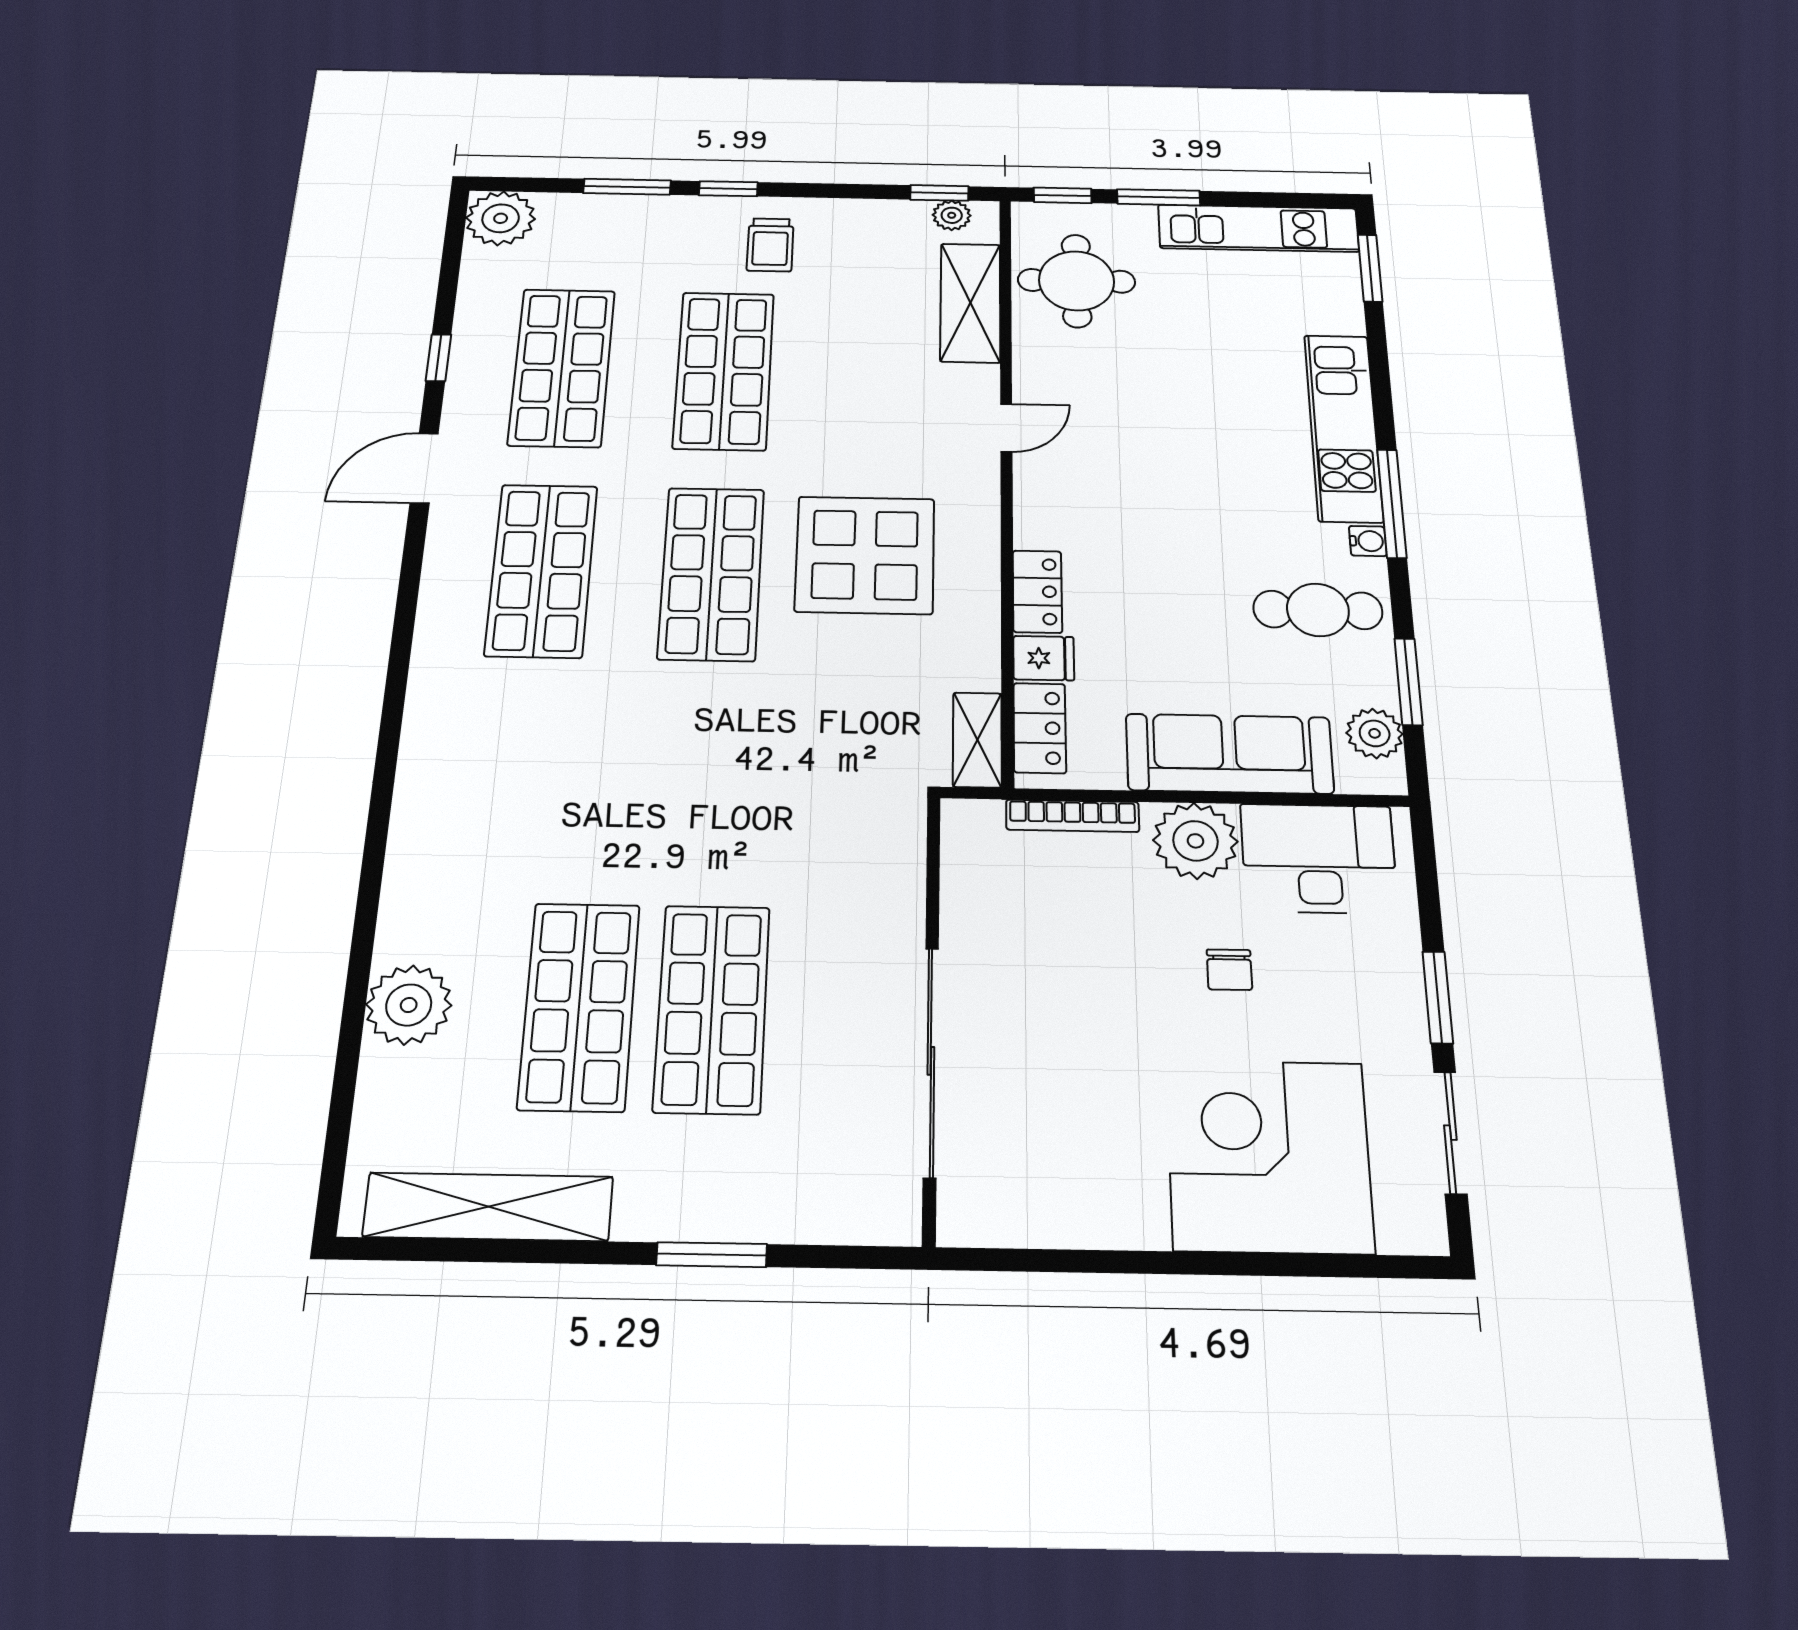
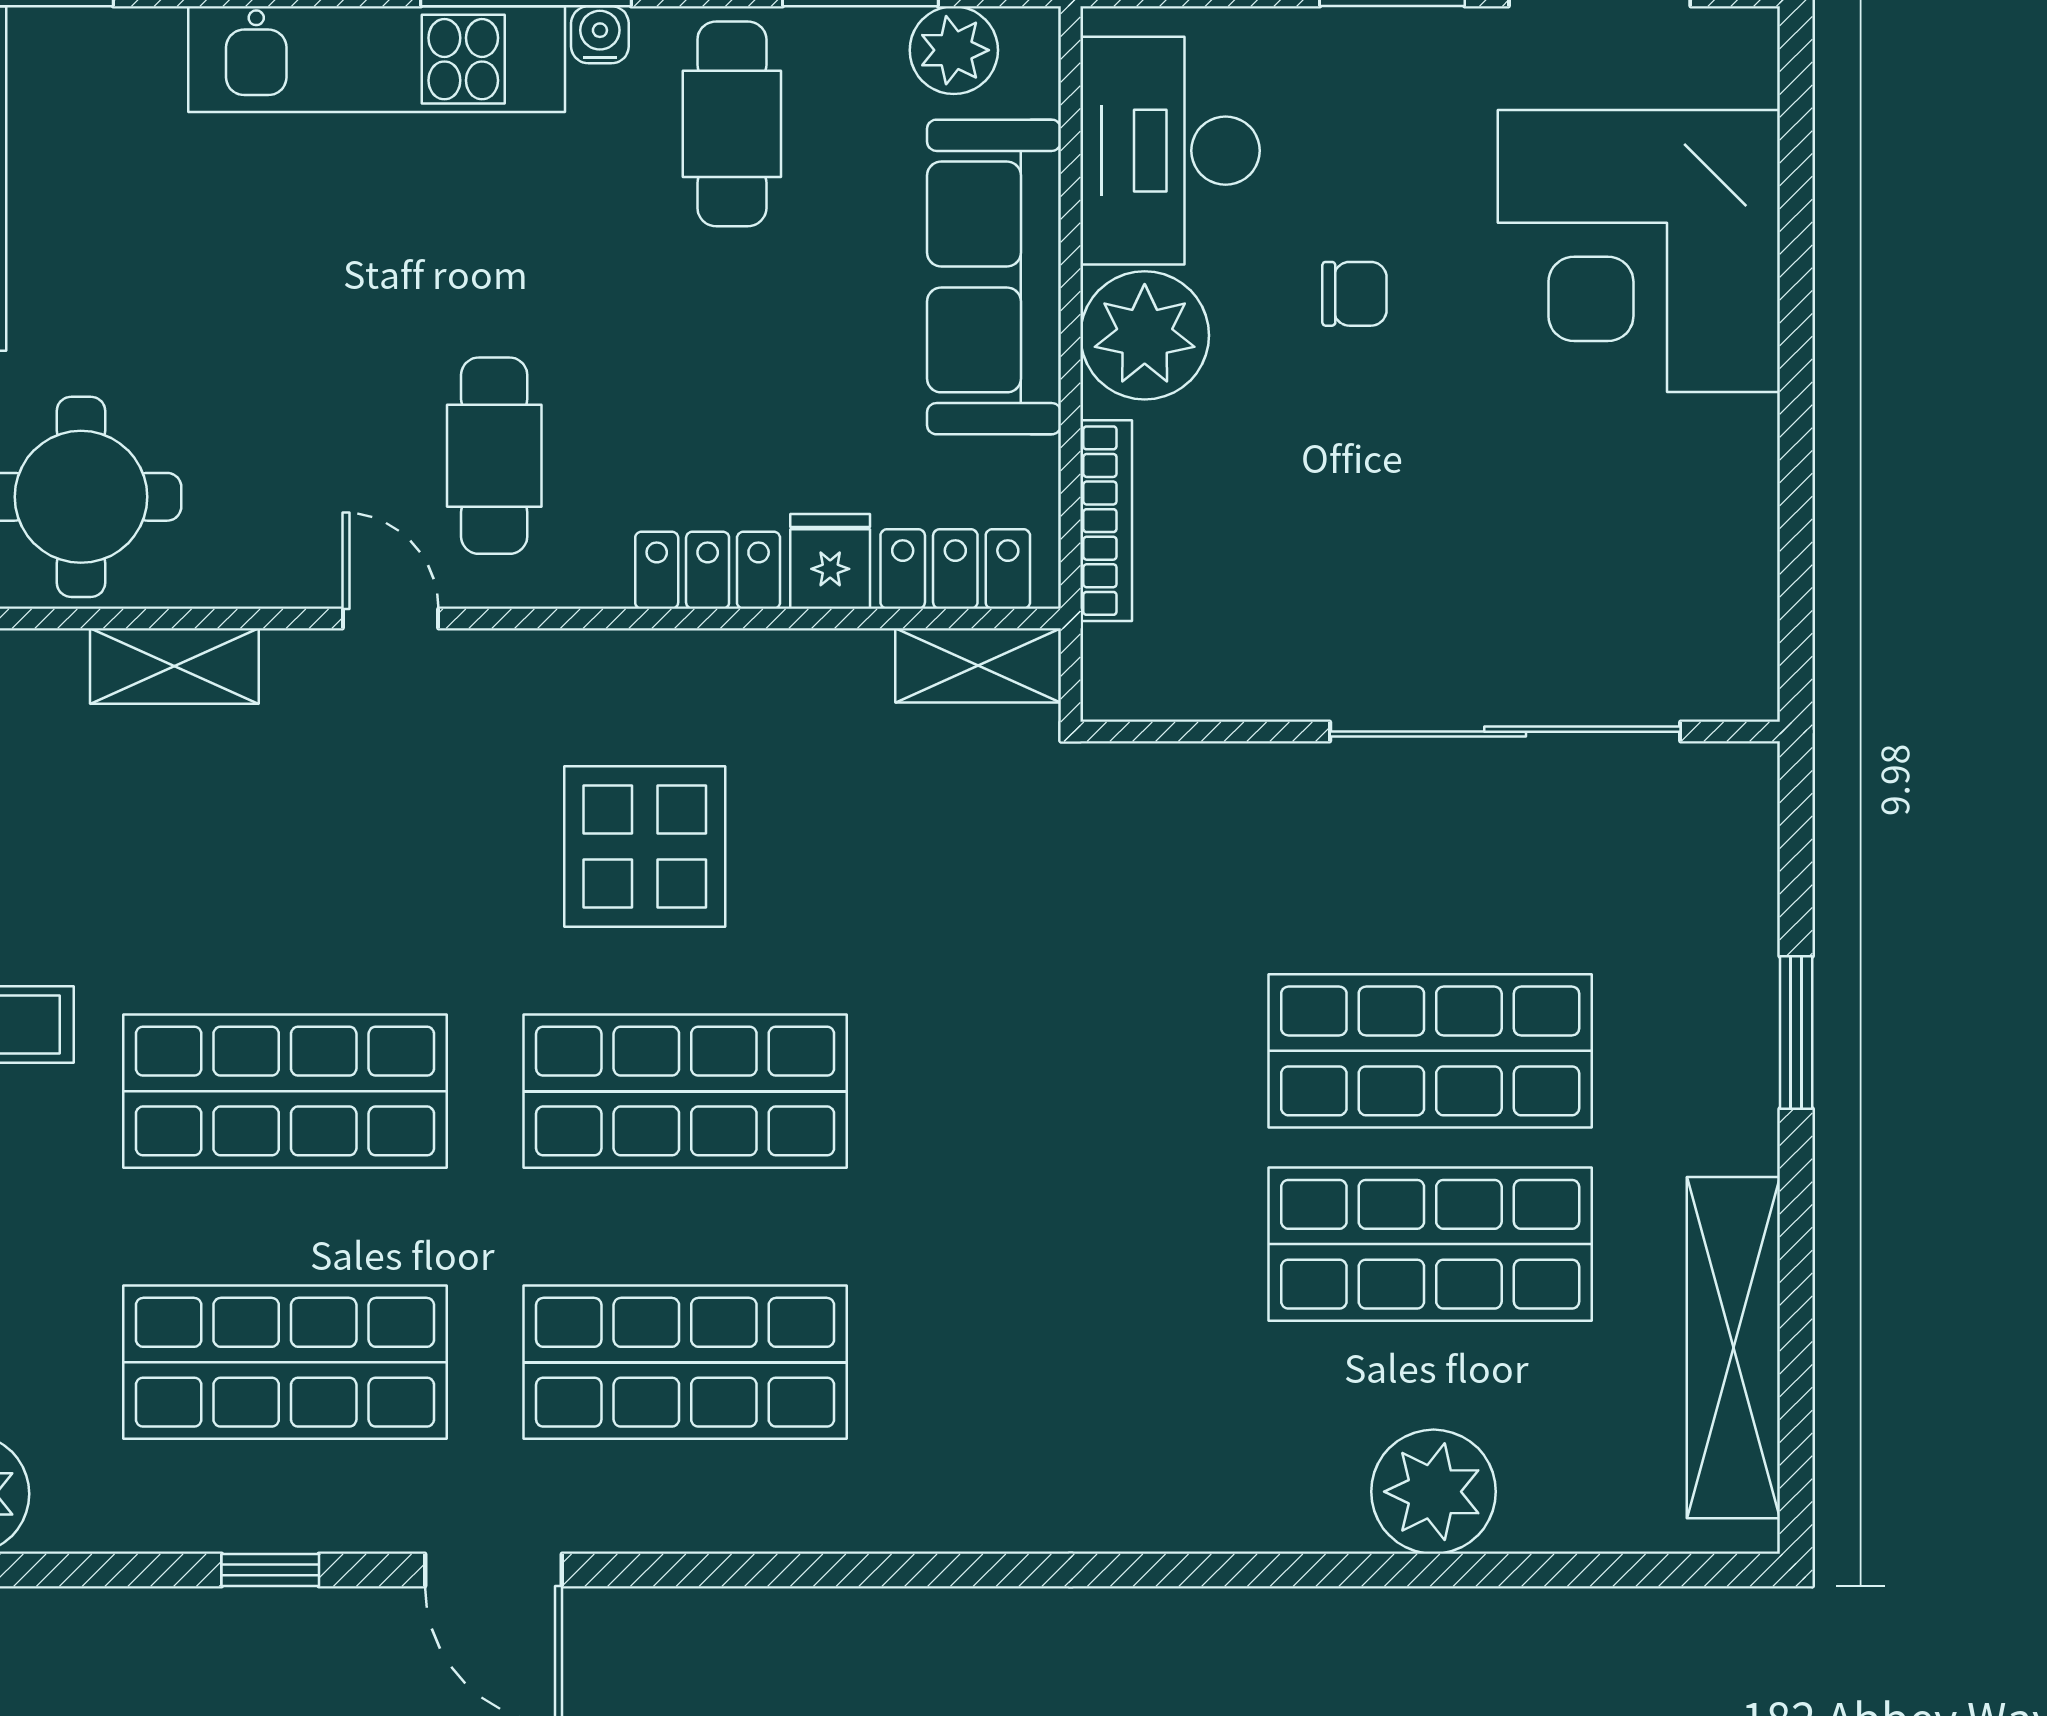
shelving: (970, 303) -> (174, 666), width x0.67, depth x0.75
cafe table: (1106, 482) -> (494, 456), added
display table: (865, 555) -> (645, 846), width x0.73, depth x0.73

